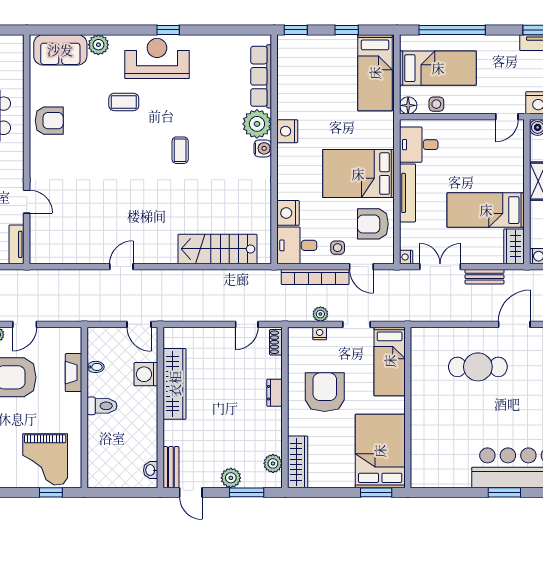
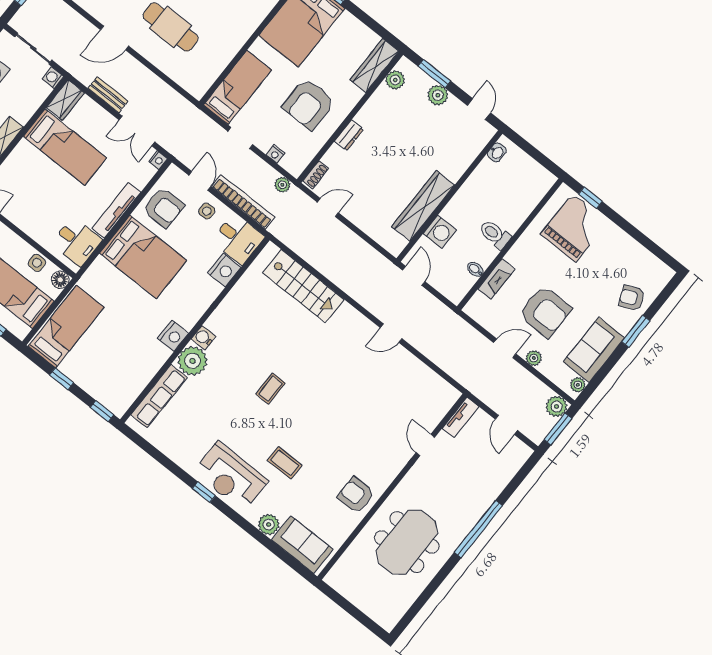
plant: (320, 314) -> (282, 185), moved
bench: (171, 467) -> (479, 142), removed

